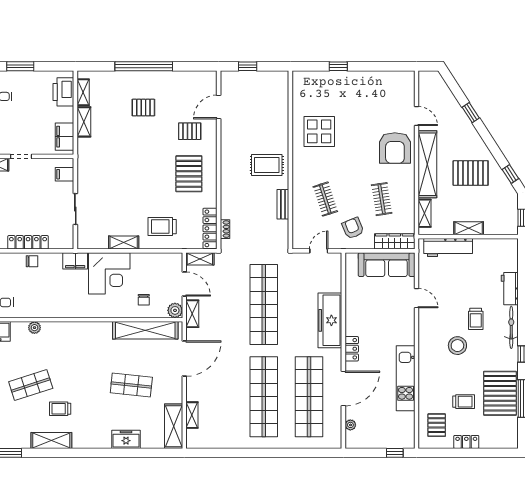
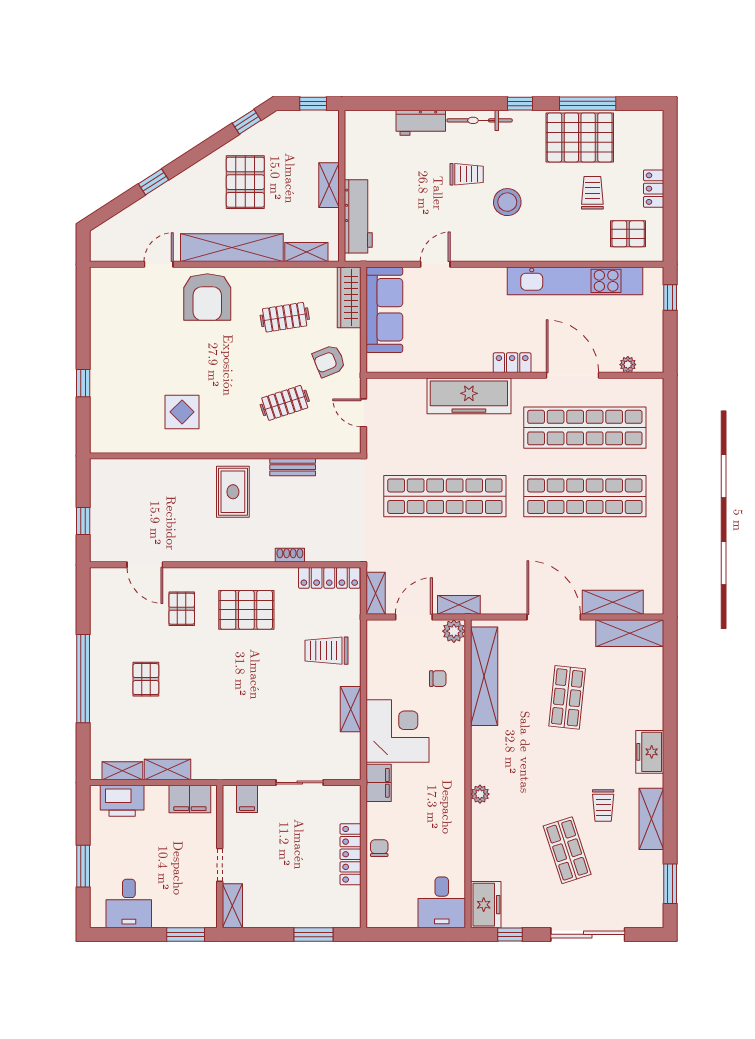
display table: (319, 131) -> (182, 412), width x0.73, depth x0.73
armchair: (395, 148) -> (207, 297), turned 90
trolley: (162, 227) -> (326, 651), turned 90
shoe rack: (225, 229) -> (290, 555), moved
plant: (34, 328) -> (480, 794), moved
door: (184, 359) -> (554, 617), moved
kitchen unit: (406, 378) -> (575, 281), width x1.36
shelving: (192, 415) -> (613, 602), width x1.50, depth x1.33
freezer: (126, 439) -> (650, 752), moved

